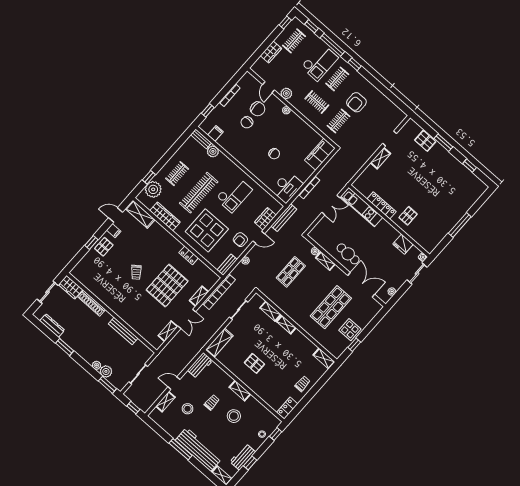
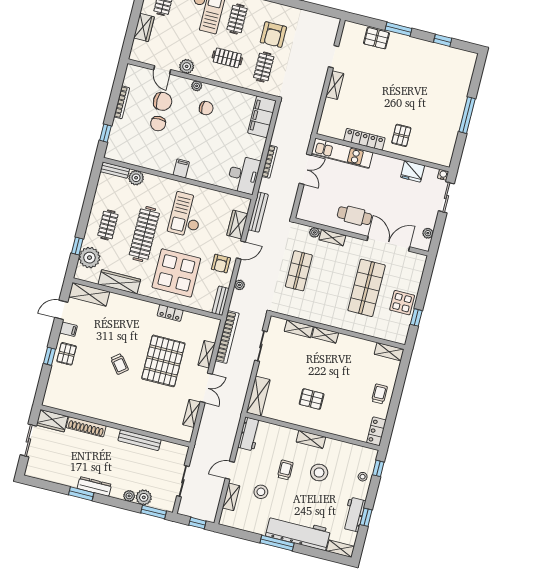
filing cabinet: (216, 133) -> (181, 168), moved
chair: (274, 154) -> (206, 108), moved
checkout: (234, 194) -> (186, 215), turned 180
dresser: (52, 325) -> (94, 486), moved

